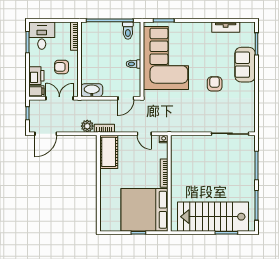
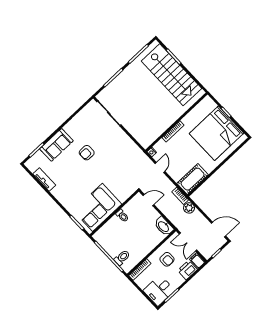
toilet: (128, 31) -> (122, 258), moved
corner sofa: (166, 58) -> (97, 207), width x0.73, depth x0.74
bed: (145, 210) -> (217, 133), moved, turned 90

